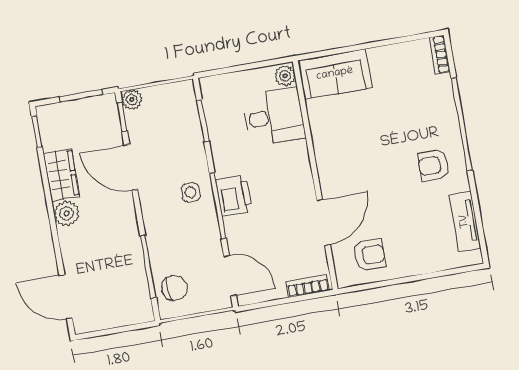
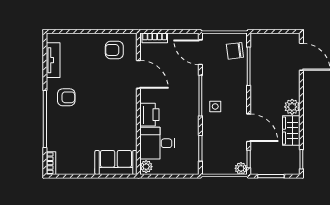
printer: (234, 195) -> (149, 115), moved, turned 180
door: (323, 222) -> (138, 74), swing flipped

